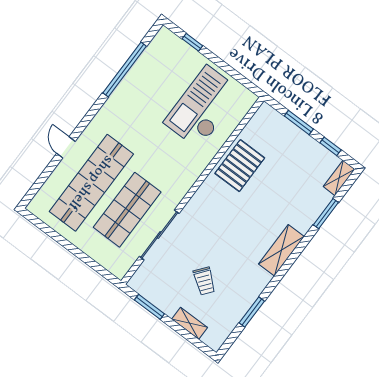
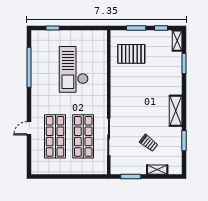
checkout: (203, 107) -> (74, 69), moved
door: (66, 147) -> (29, 128), hinge flipped
pallet: (240, 166) -> (131, 54), moved, turned 90
shop shelf: (91, 183) -> (55, 136), width x0.71
shelving: (281, 250) -> (176, 111), moved

